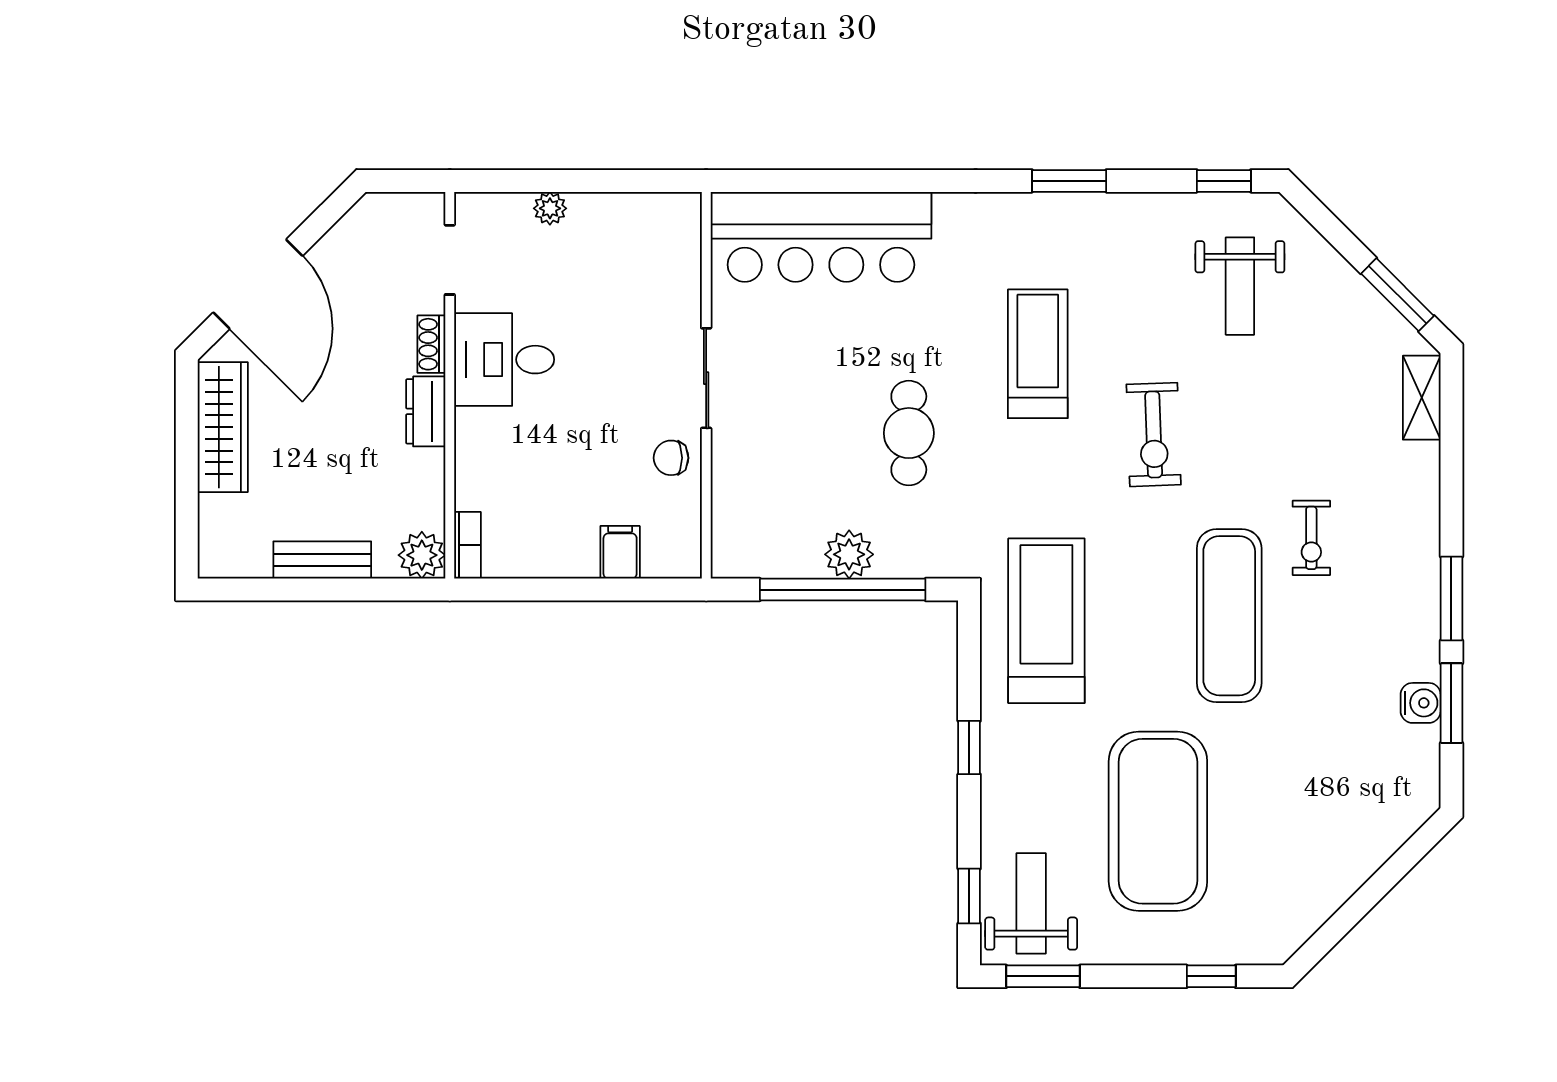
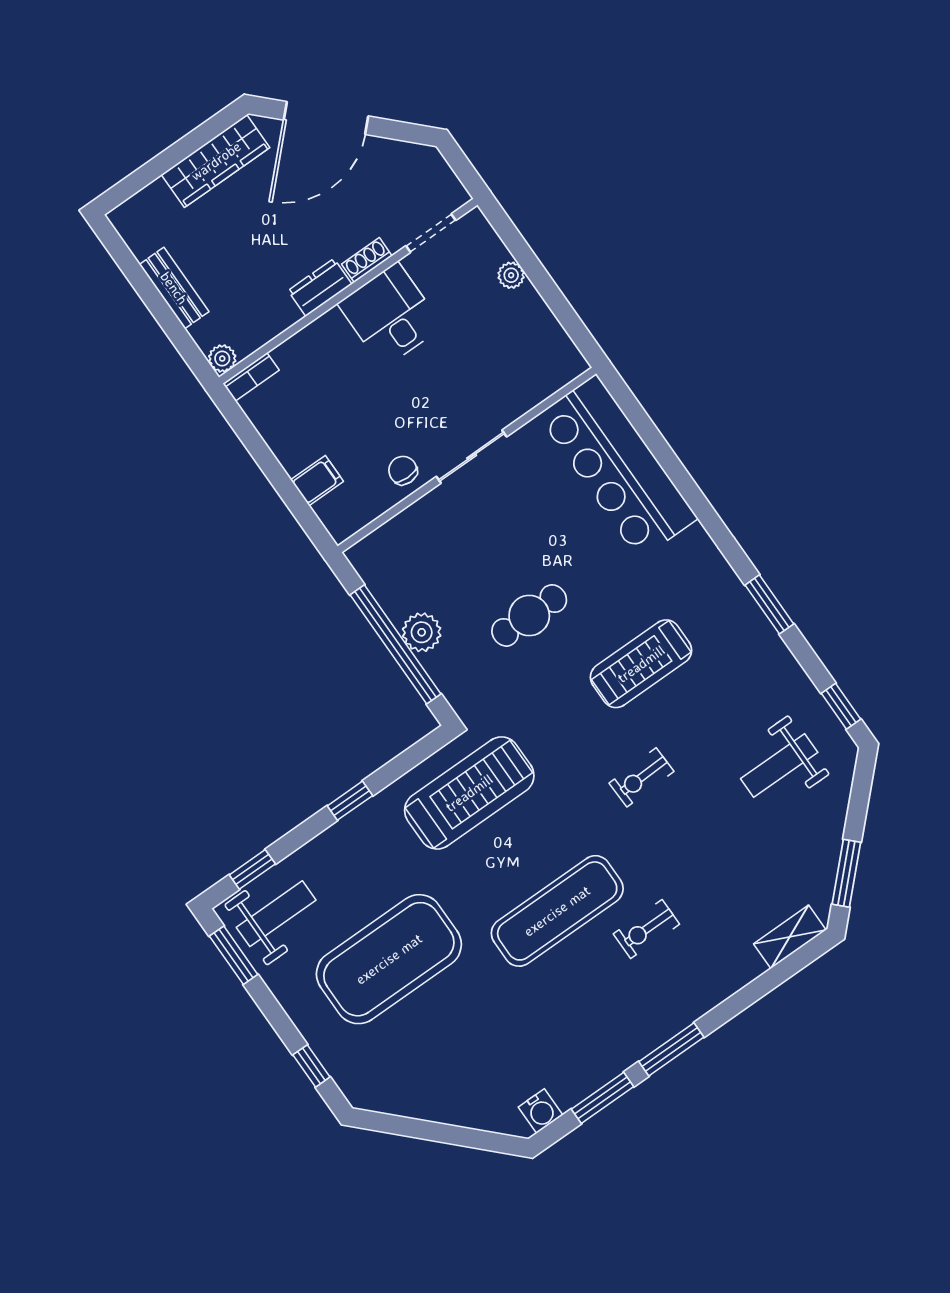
treadmill: (1038, 354) -> (641, 664), turned 180
exercise bike: (1154, 435) -> (642, 777), width x0.73, depth x0.72
plant: (422, 555) -> (222, 359), width x0.73, depth x0.73
water cooler: (1421, 703) -> (540, 1111), moved

